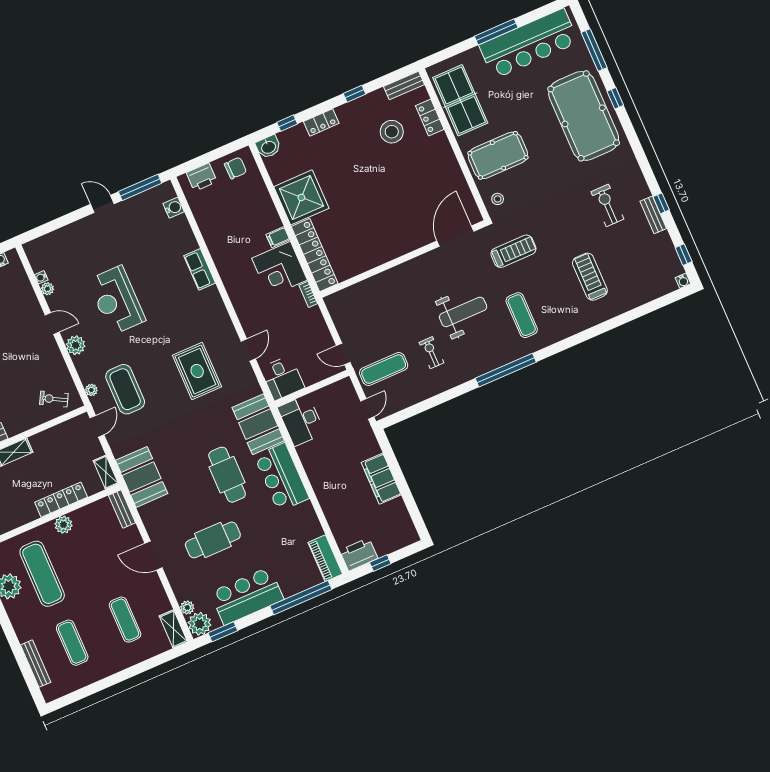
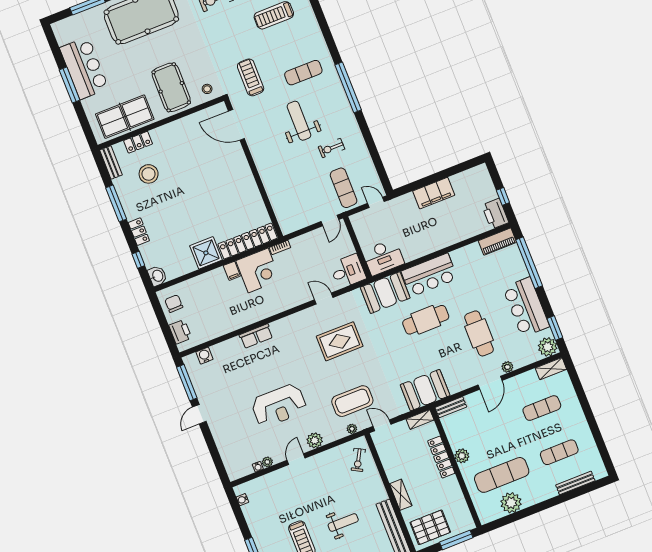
bar counter: (529, 44) -> (84, 68), width x0.73
window: (355, 94) -> (116, 203), width x2.17
shower: (301, 197) -> (206, 253), width x0.73, depth x0.73
plant: (187, 607) -> (507, 367), moved

